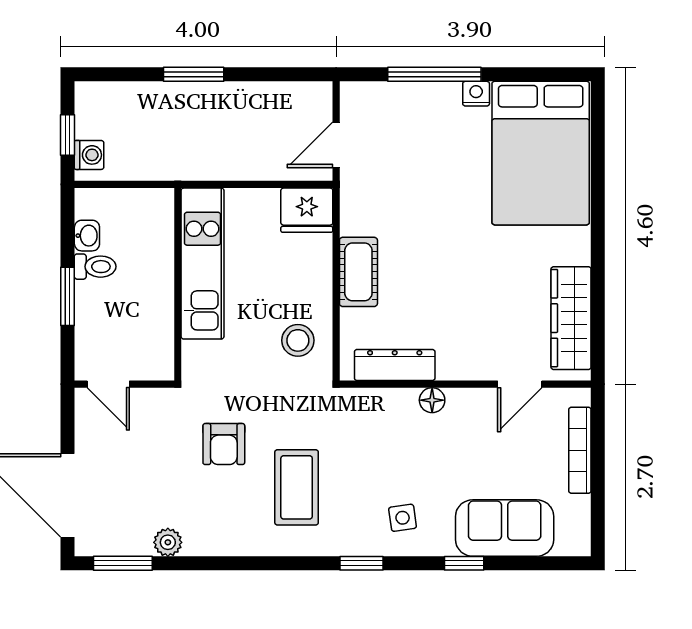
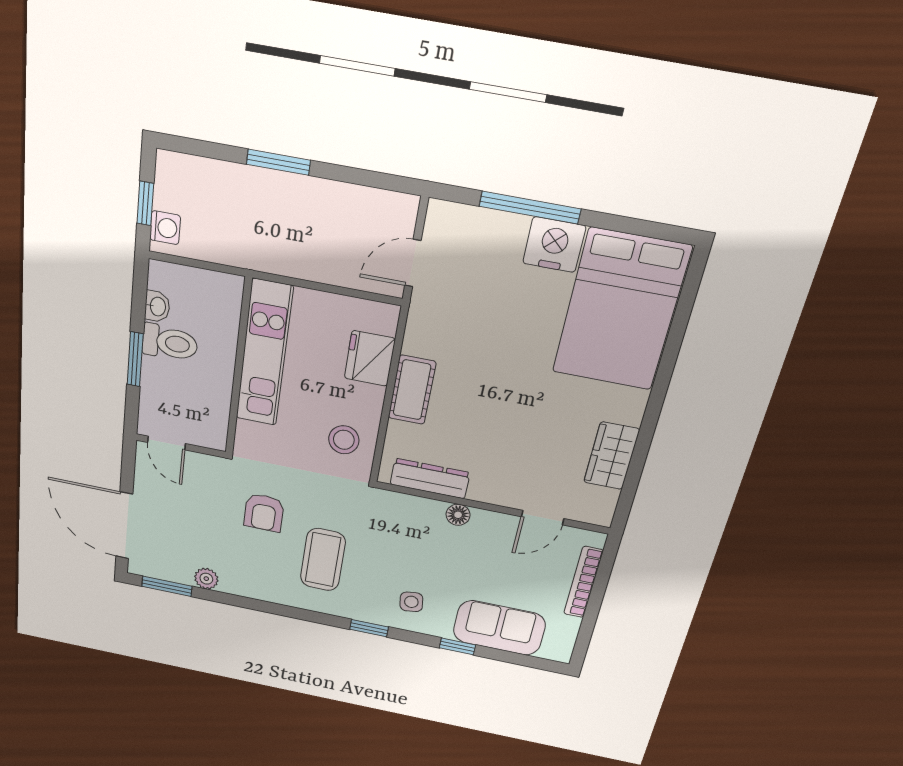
nightstand: (476, 94) -> (554, 245), width x1.89, depth x1.79
fridge: (307, 210) -> (370, 358), moved, turned 90
toilet: (95, 267) -> (170, 343), width x1.37, depth x1.39
wardrobe: (571, 318) -> (611, 456), width x0.67

